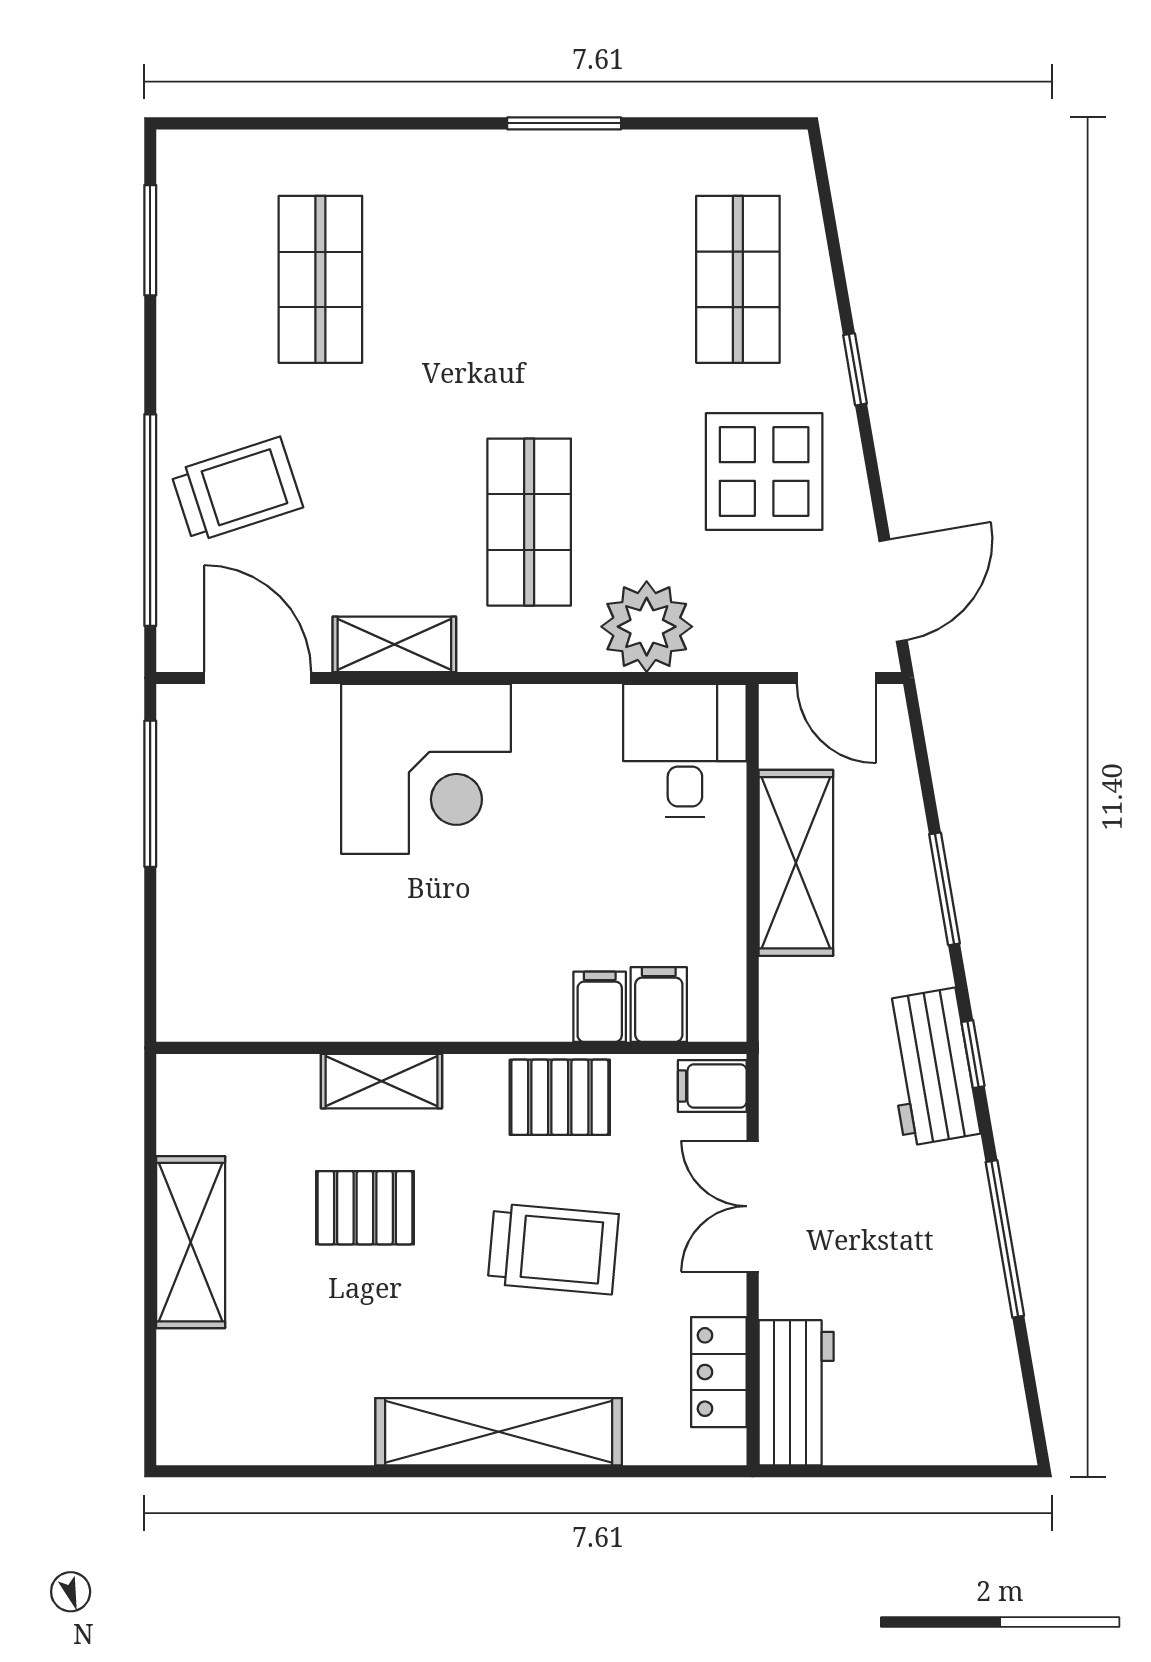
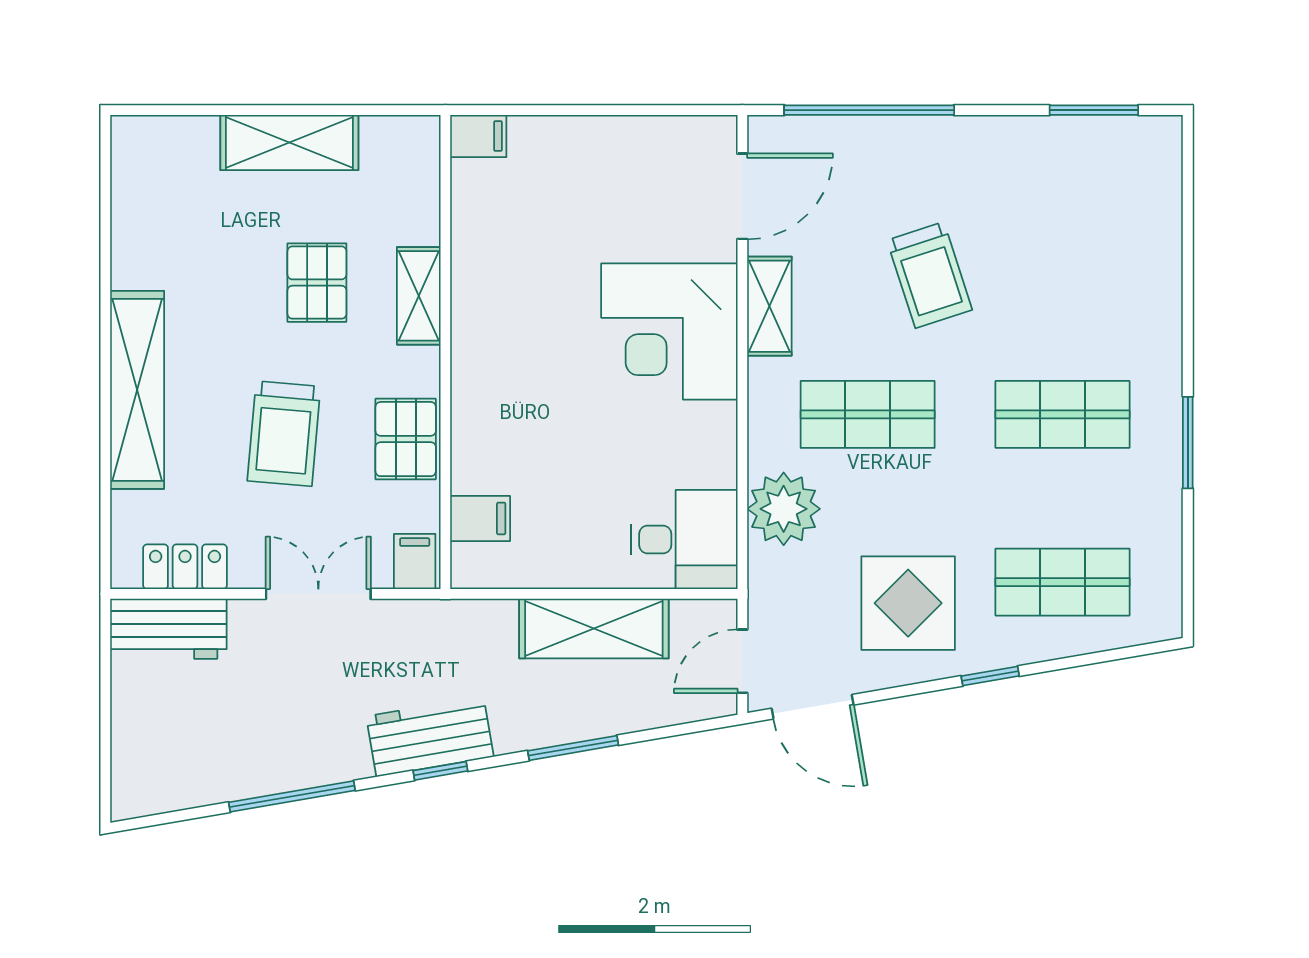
shop shelf: (320, 279) -> (1062, 414), moved
trolley: (237, 490) -> (930, 275), moved
window: (150, 794) -> (649, 110), removed
filing cabinet: (600, 1007) -> (478, 136), moved

